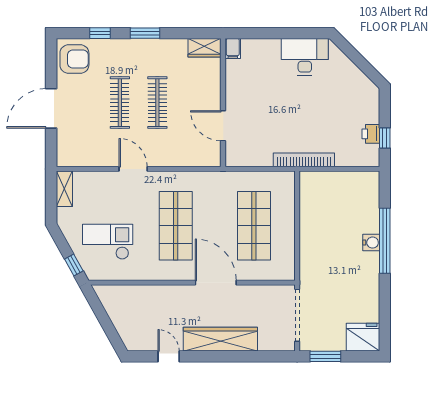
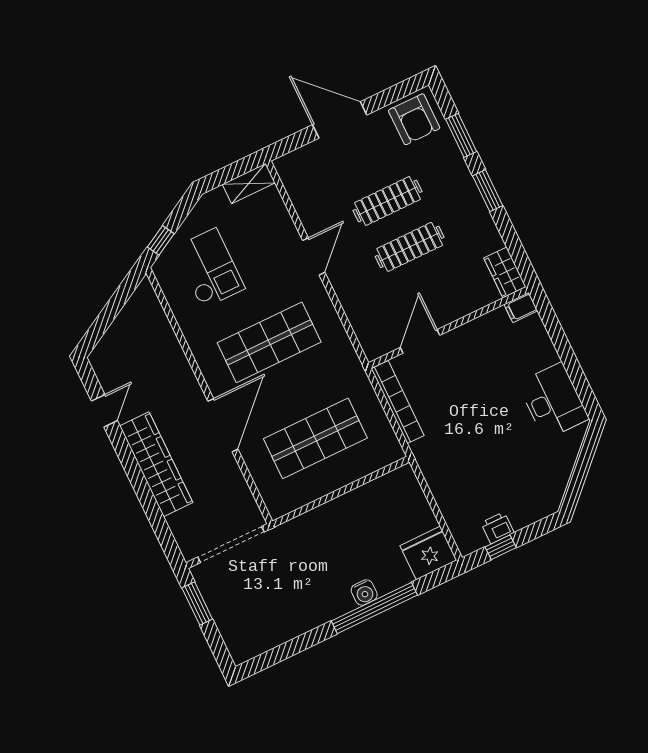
window: (100, 33) -> (461, 135), width x1.50
bookcase: (304, 160) -> (398, 402), moved
fridge: (363, 337) -> (428, 553), moved, turned -90

